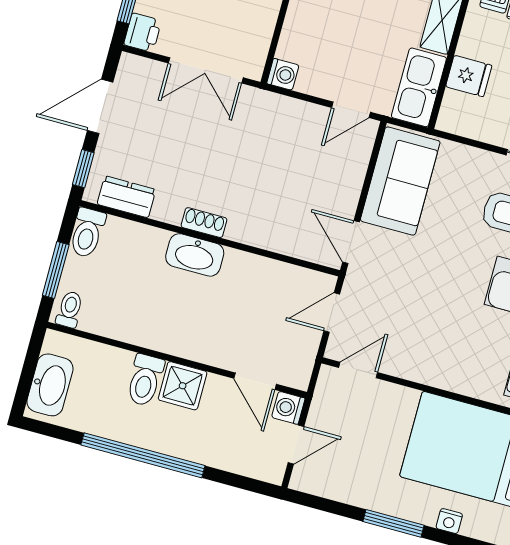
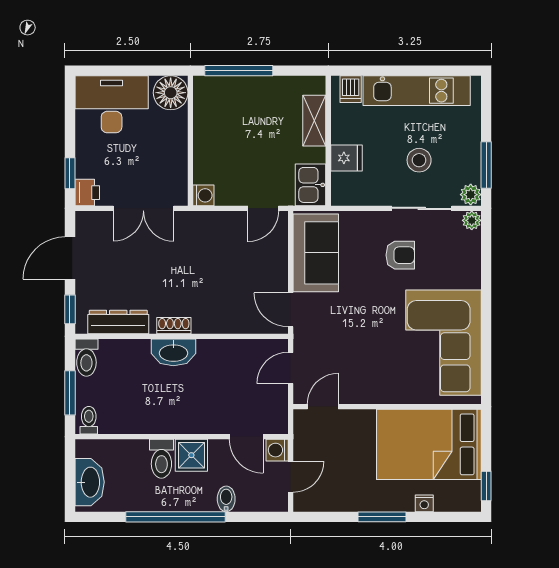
kitchen sink: (419, 87) -> (311, 185), width x0.73
dresser: (126, 197) -> (118, 322), width x1.44
bidet: (210, 450) -> (226, 499), added

